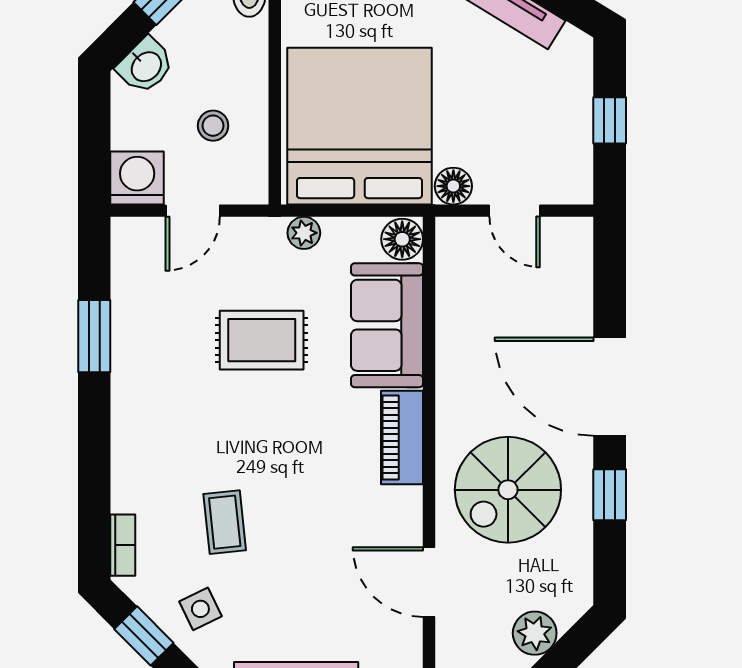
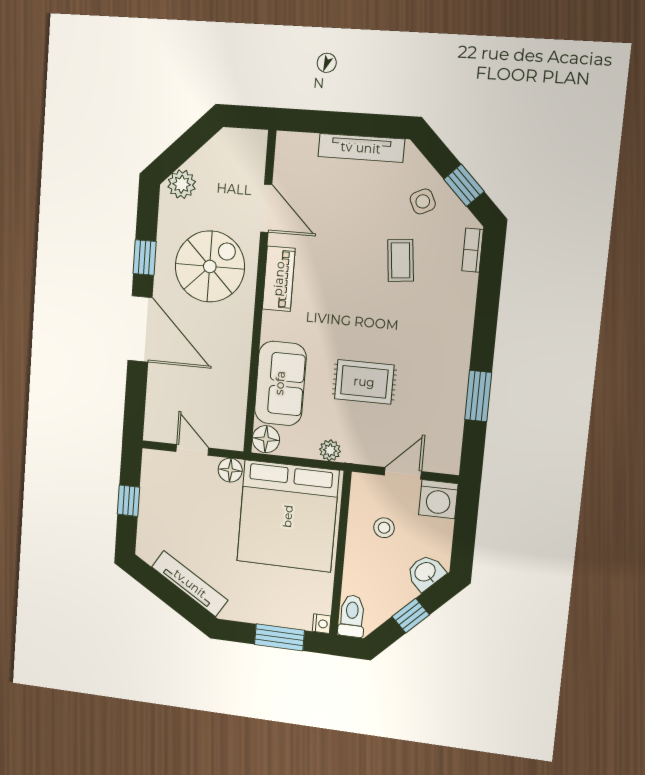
piano: (402, 437) -> (279, 279), moved
plant: (535, 633) -> (182, 184), moved

